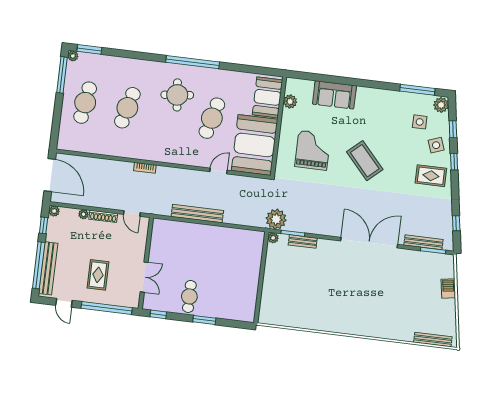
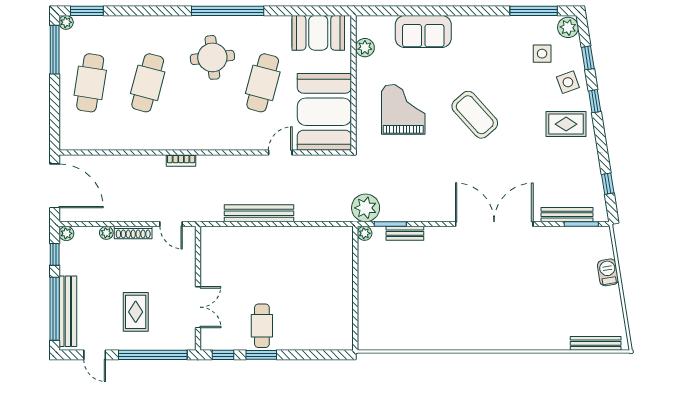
booth: (267, 97) -> (318, 33), moved, turned 90
window: (204, 320) -> (261, 355), moved

